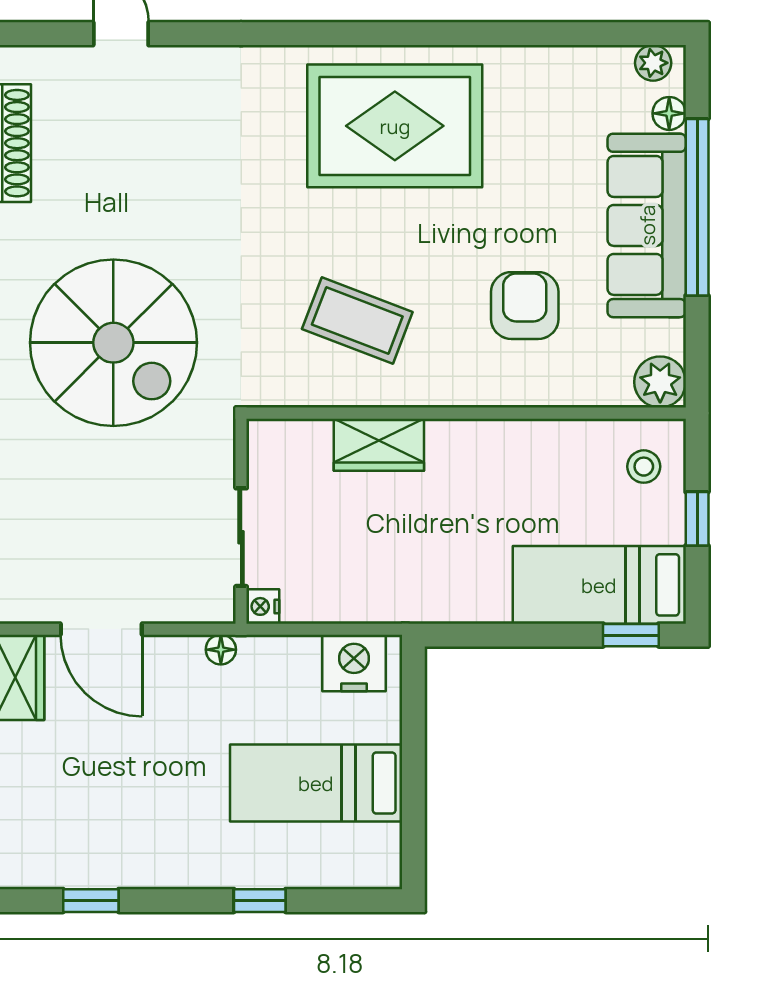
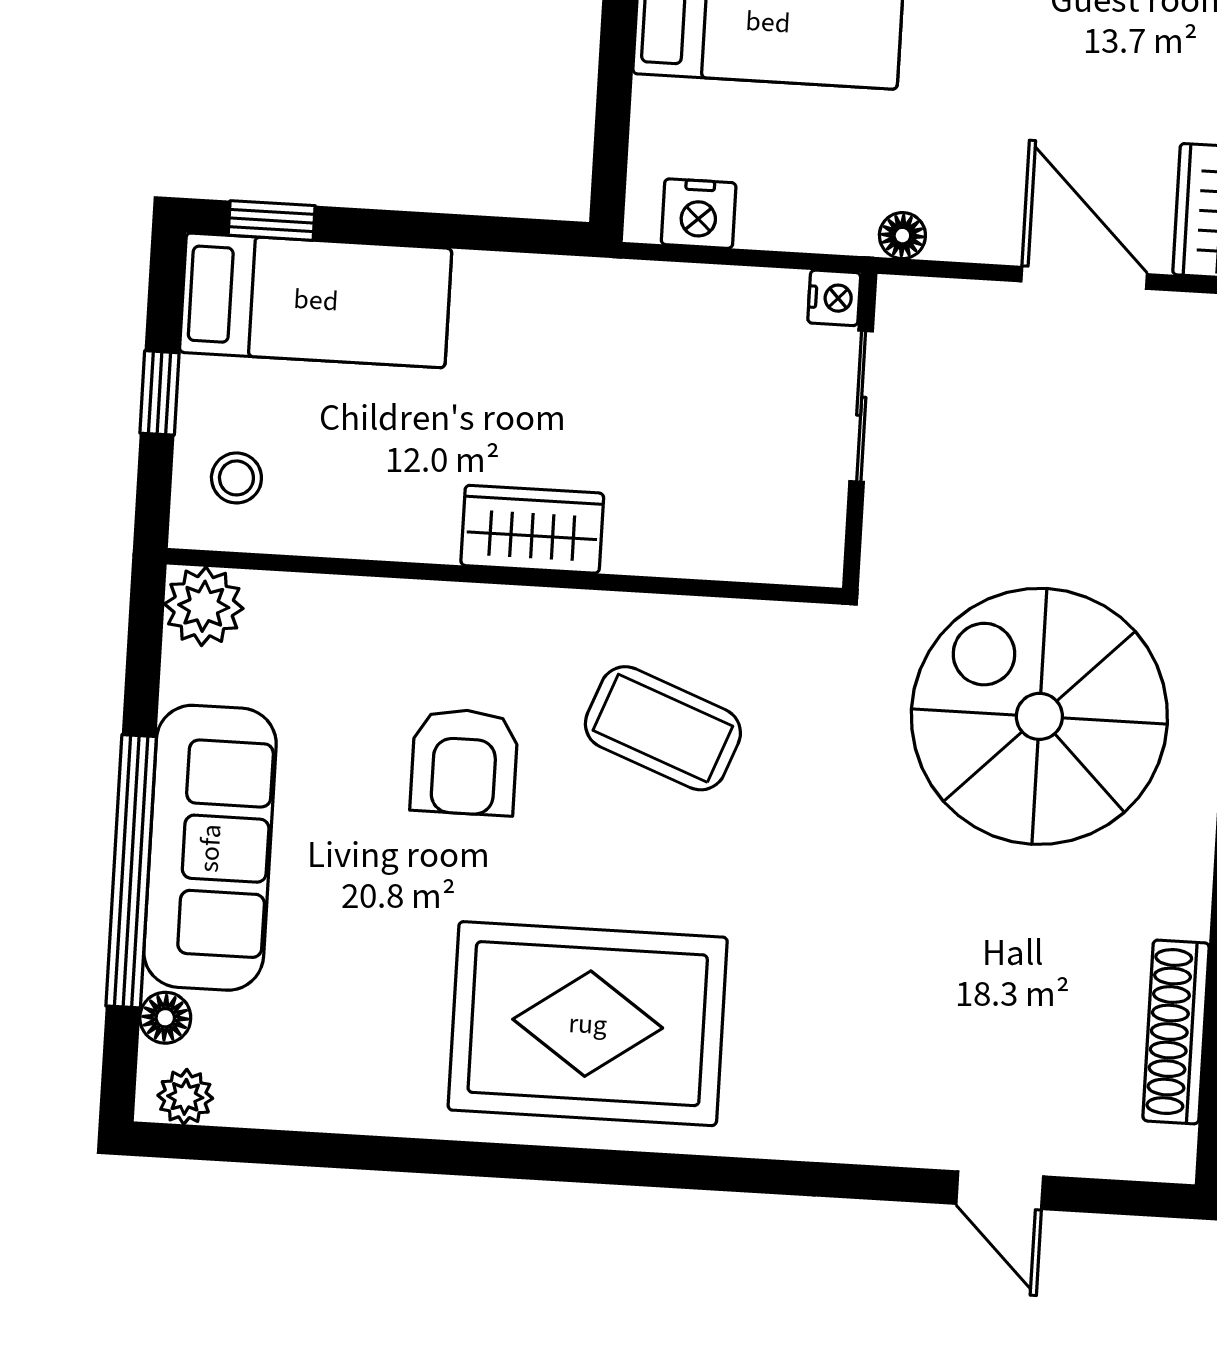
armchair: (525, 306) -> (464, 762), moved
wardrobe: (379, 445) -> (532, 529), moved
nightstand: (354, 663) -> (699, 214), width x0.74, depth x0.75

